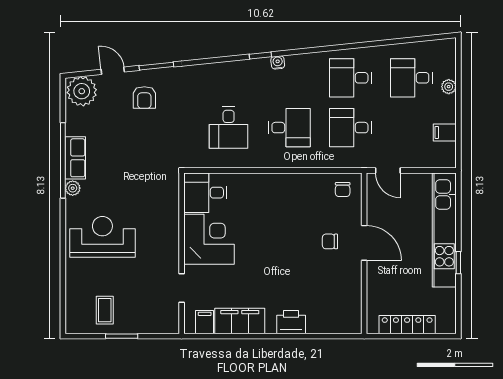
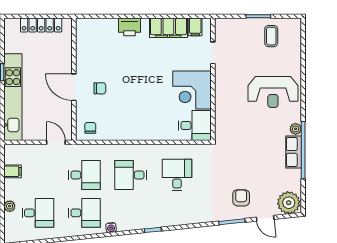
water cooler: (278, 62) -> (111, 228), moved

